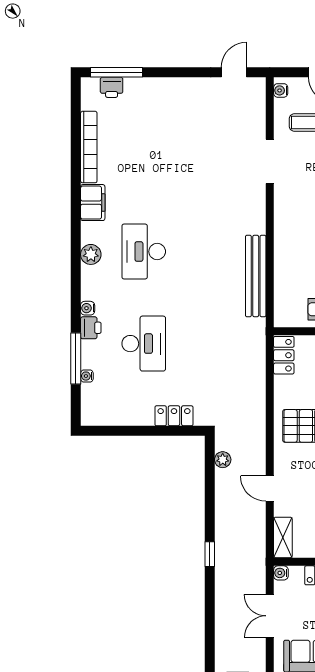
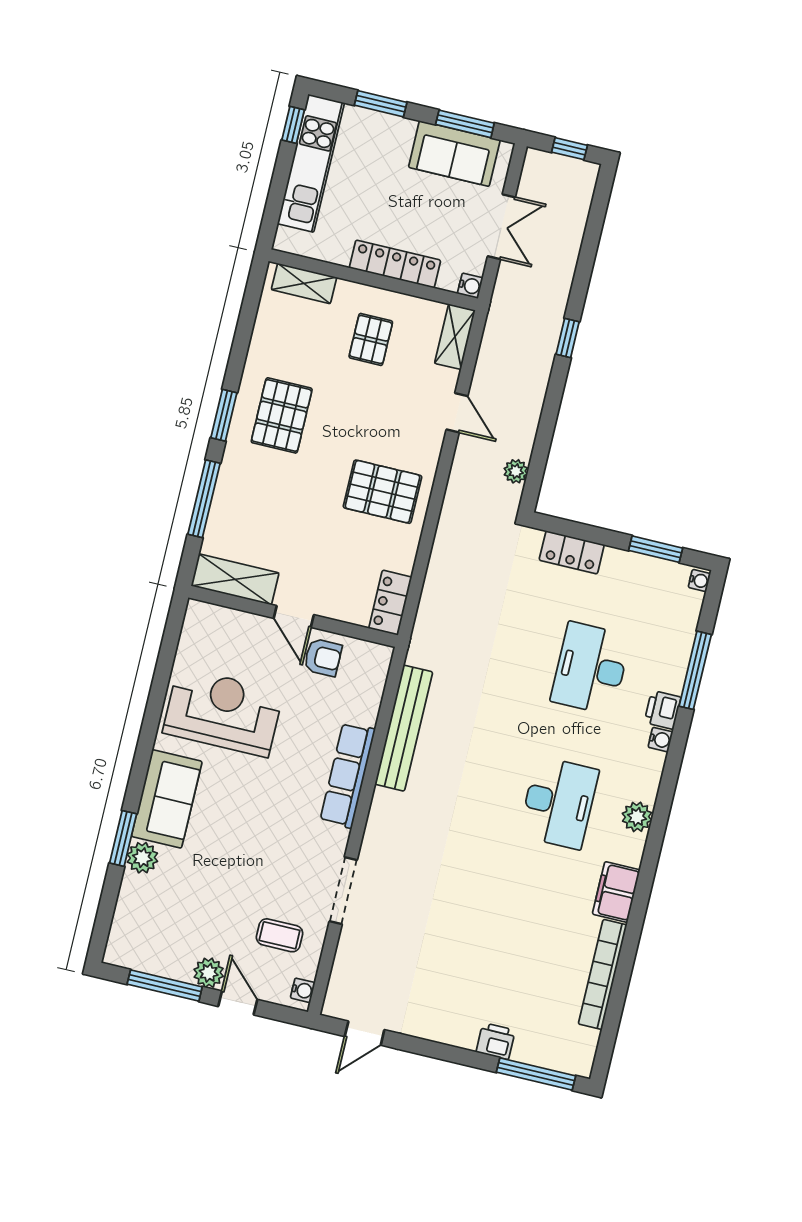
printer: (112, 87) -> (496, 1041), moved
row of seats: (285, 237) -> (348, 775), added
water cooler: (87, 376) -> (699, 581), moved
window: (120, 431) -> (656, 549), added

